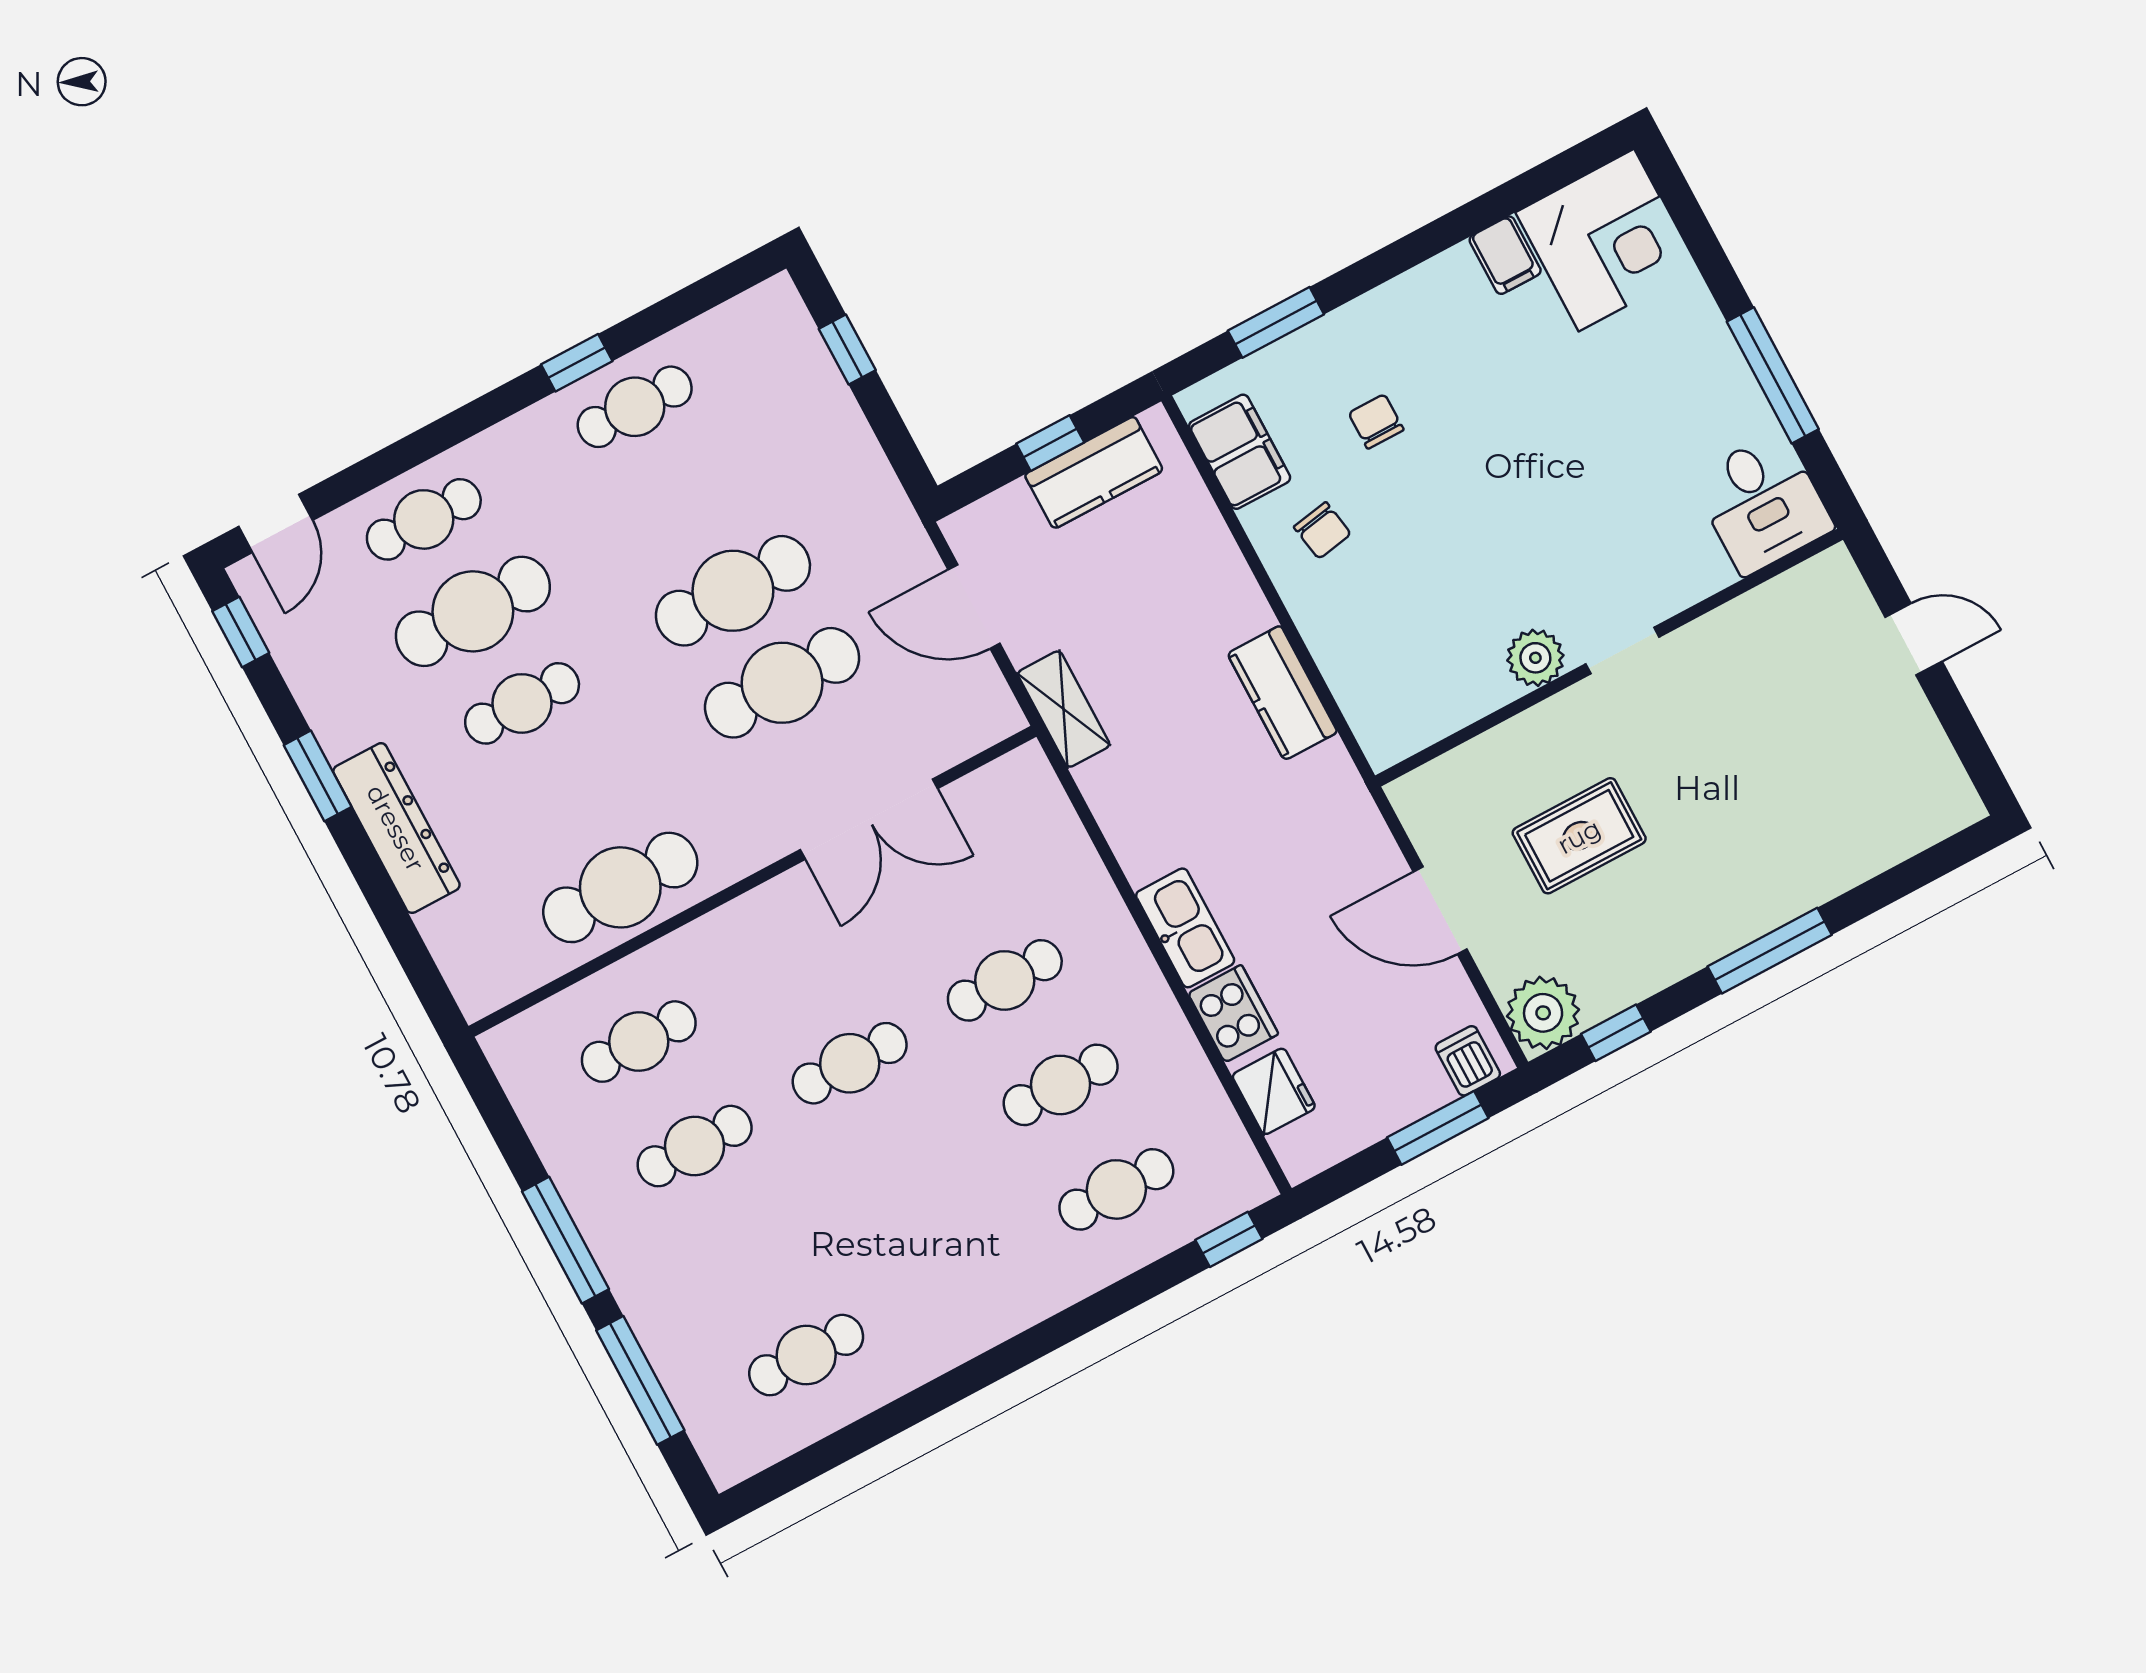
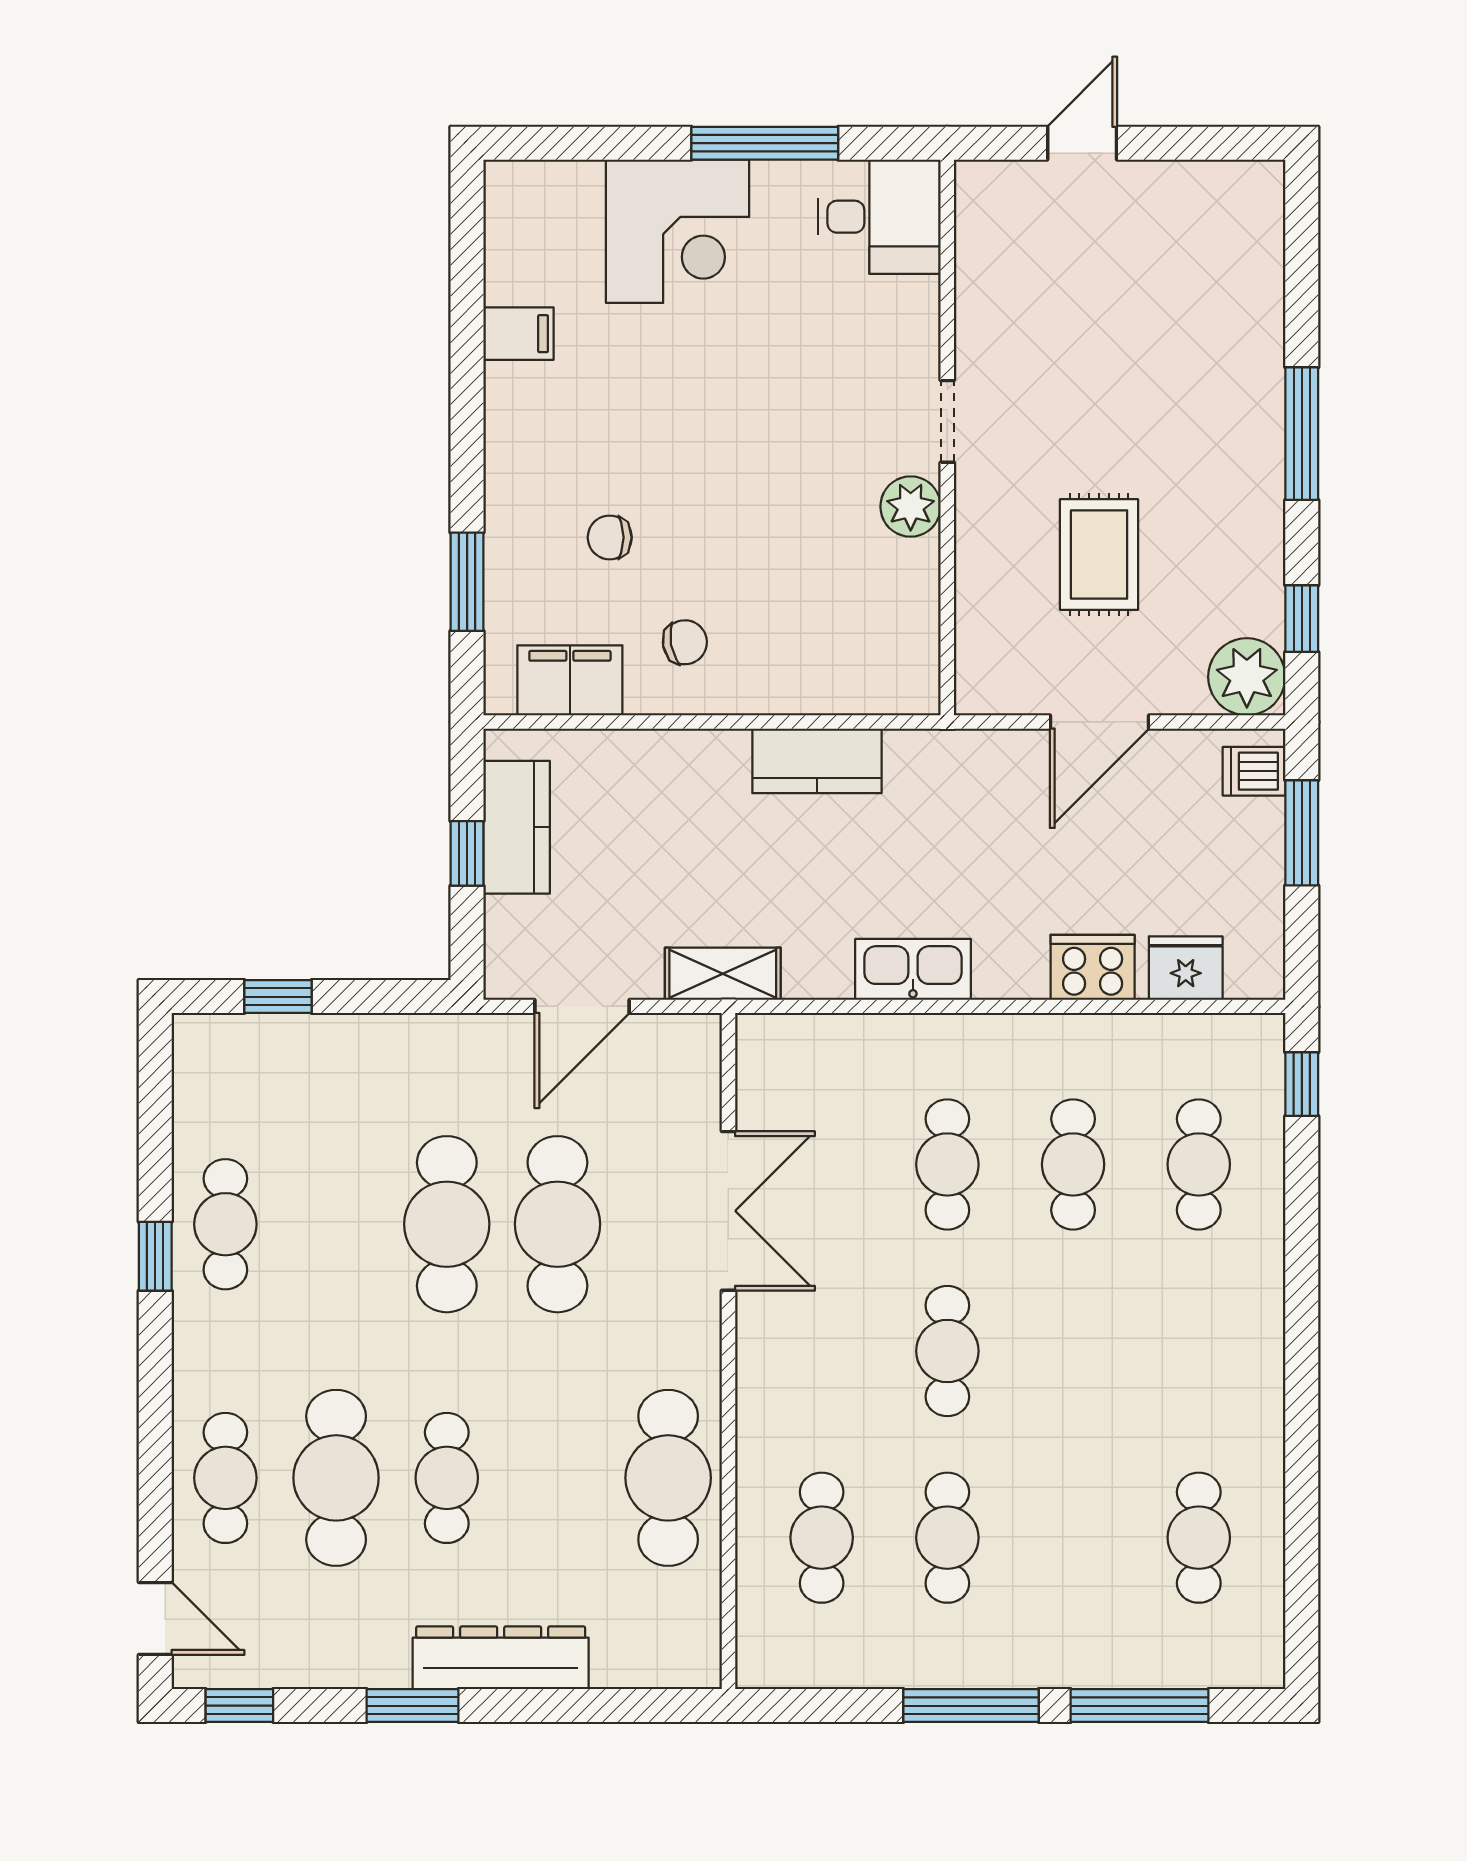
corner desk: (1606, 240) -> (678, 231), moved, turned 90
kitchen sink: (1185, 928) -> (913, 969), moved

